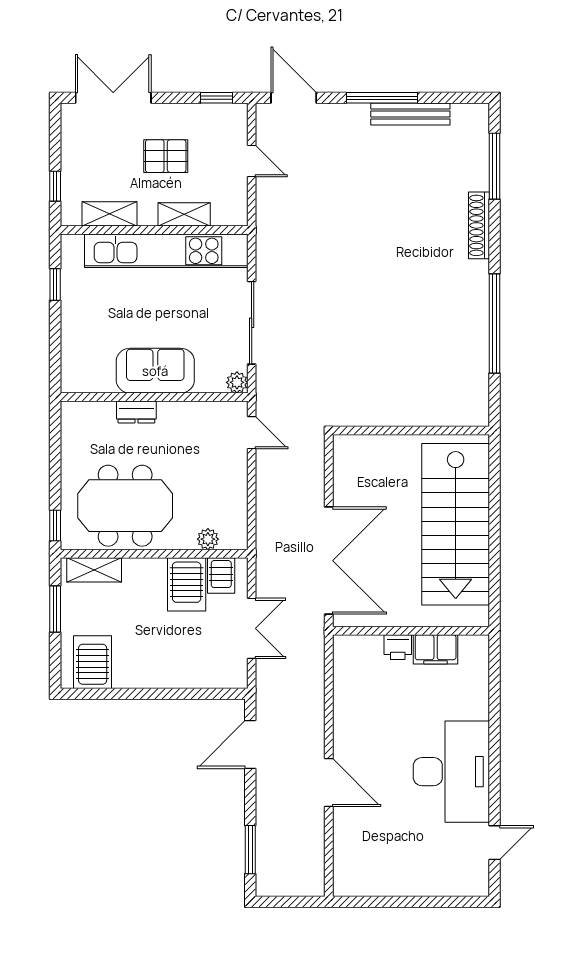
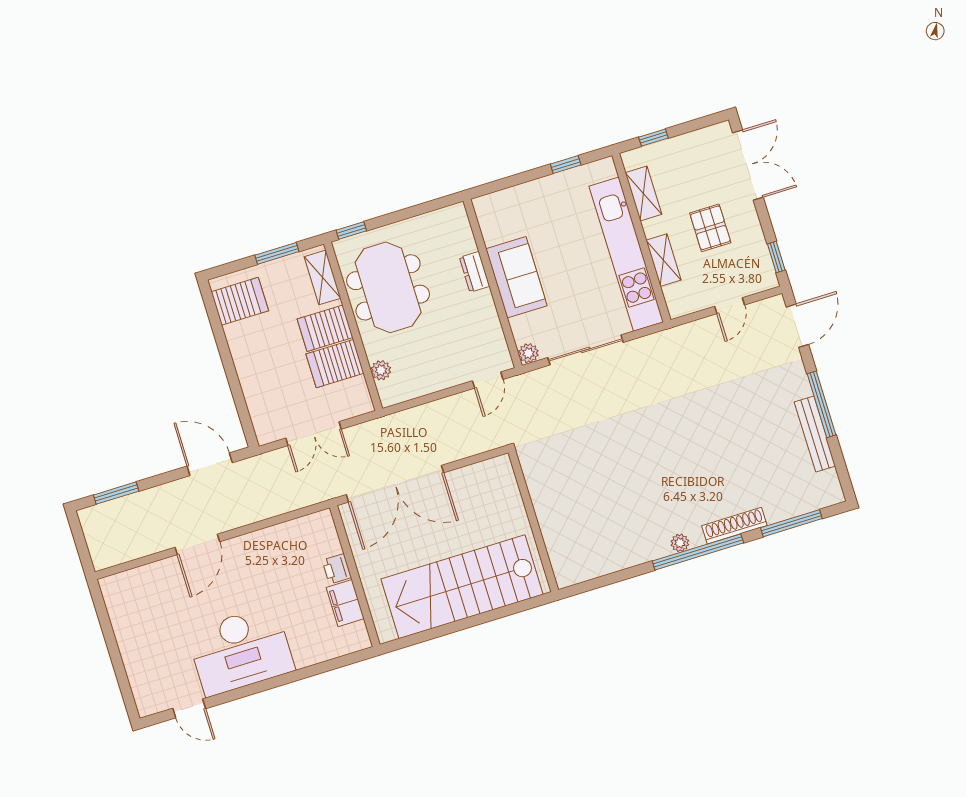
plant: (479, 287) -> (680, 543), added
window: (494, 324) -> (698, 552), moved
server rack: (221, 575) -> (325, 328), moved, width x1.36, depth x1.44

